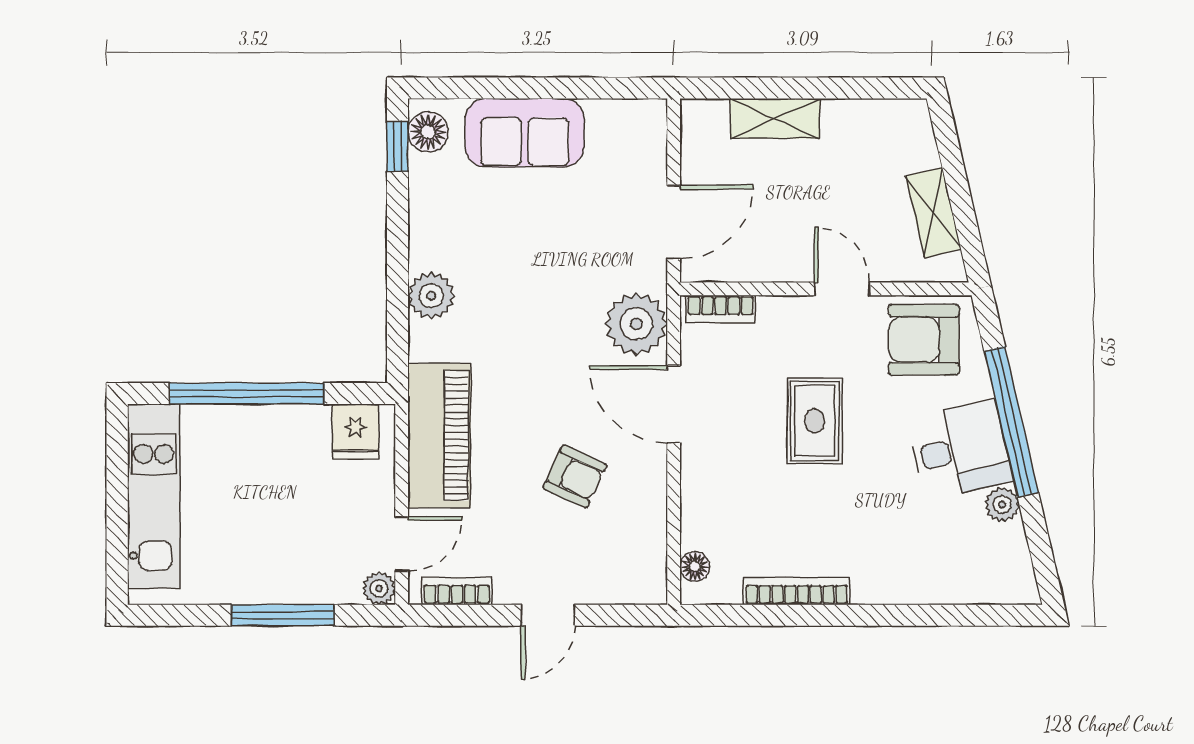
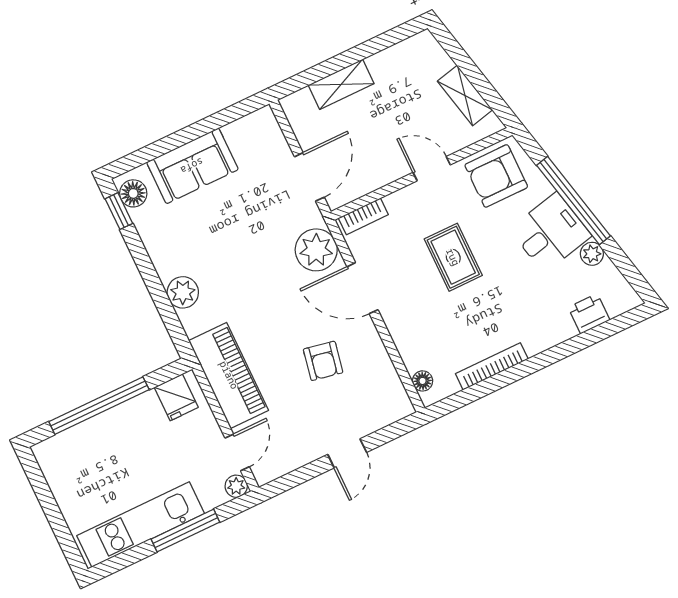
armchair: (575, 476) -> (323, 361), turned 76
kitchen unit: (154, 496) -> (141, 525), moved, turned -90
printer: (960, 583) -> (589, 314), added
bookcase: (457, 591) -> (284, 465), removed

